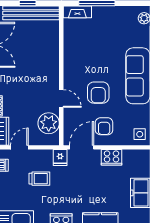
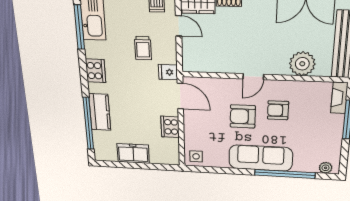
door: (61, 98) -> (253, 77), moved
plant: (49, 123) -> (302, 64), moved
armchair: (104, 126) -> (278, 110), moved

